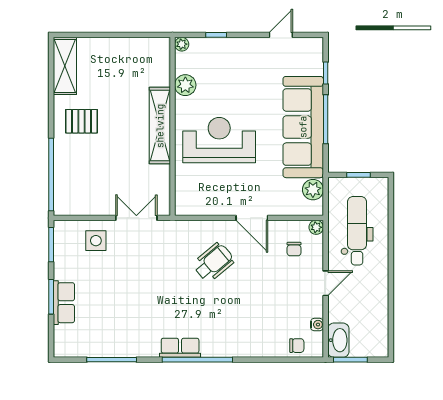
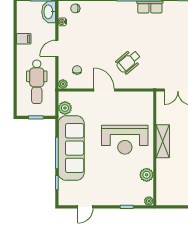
shelving: (160, 126) -> (163, 141), width x0.68
filing cabinet: (378, 298) -> (24, 39), added

